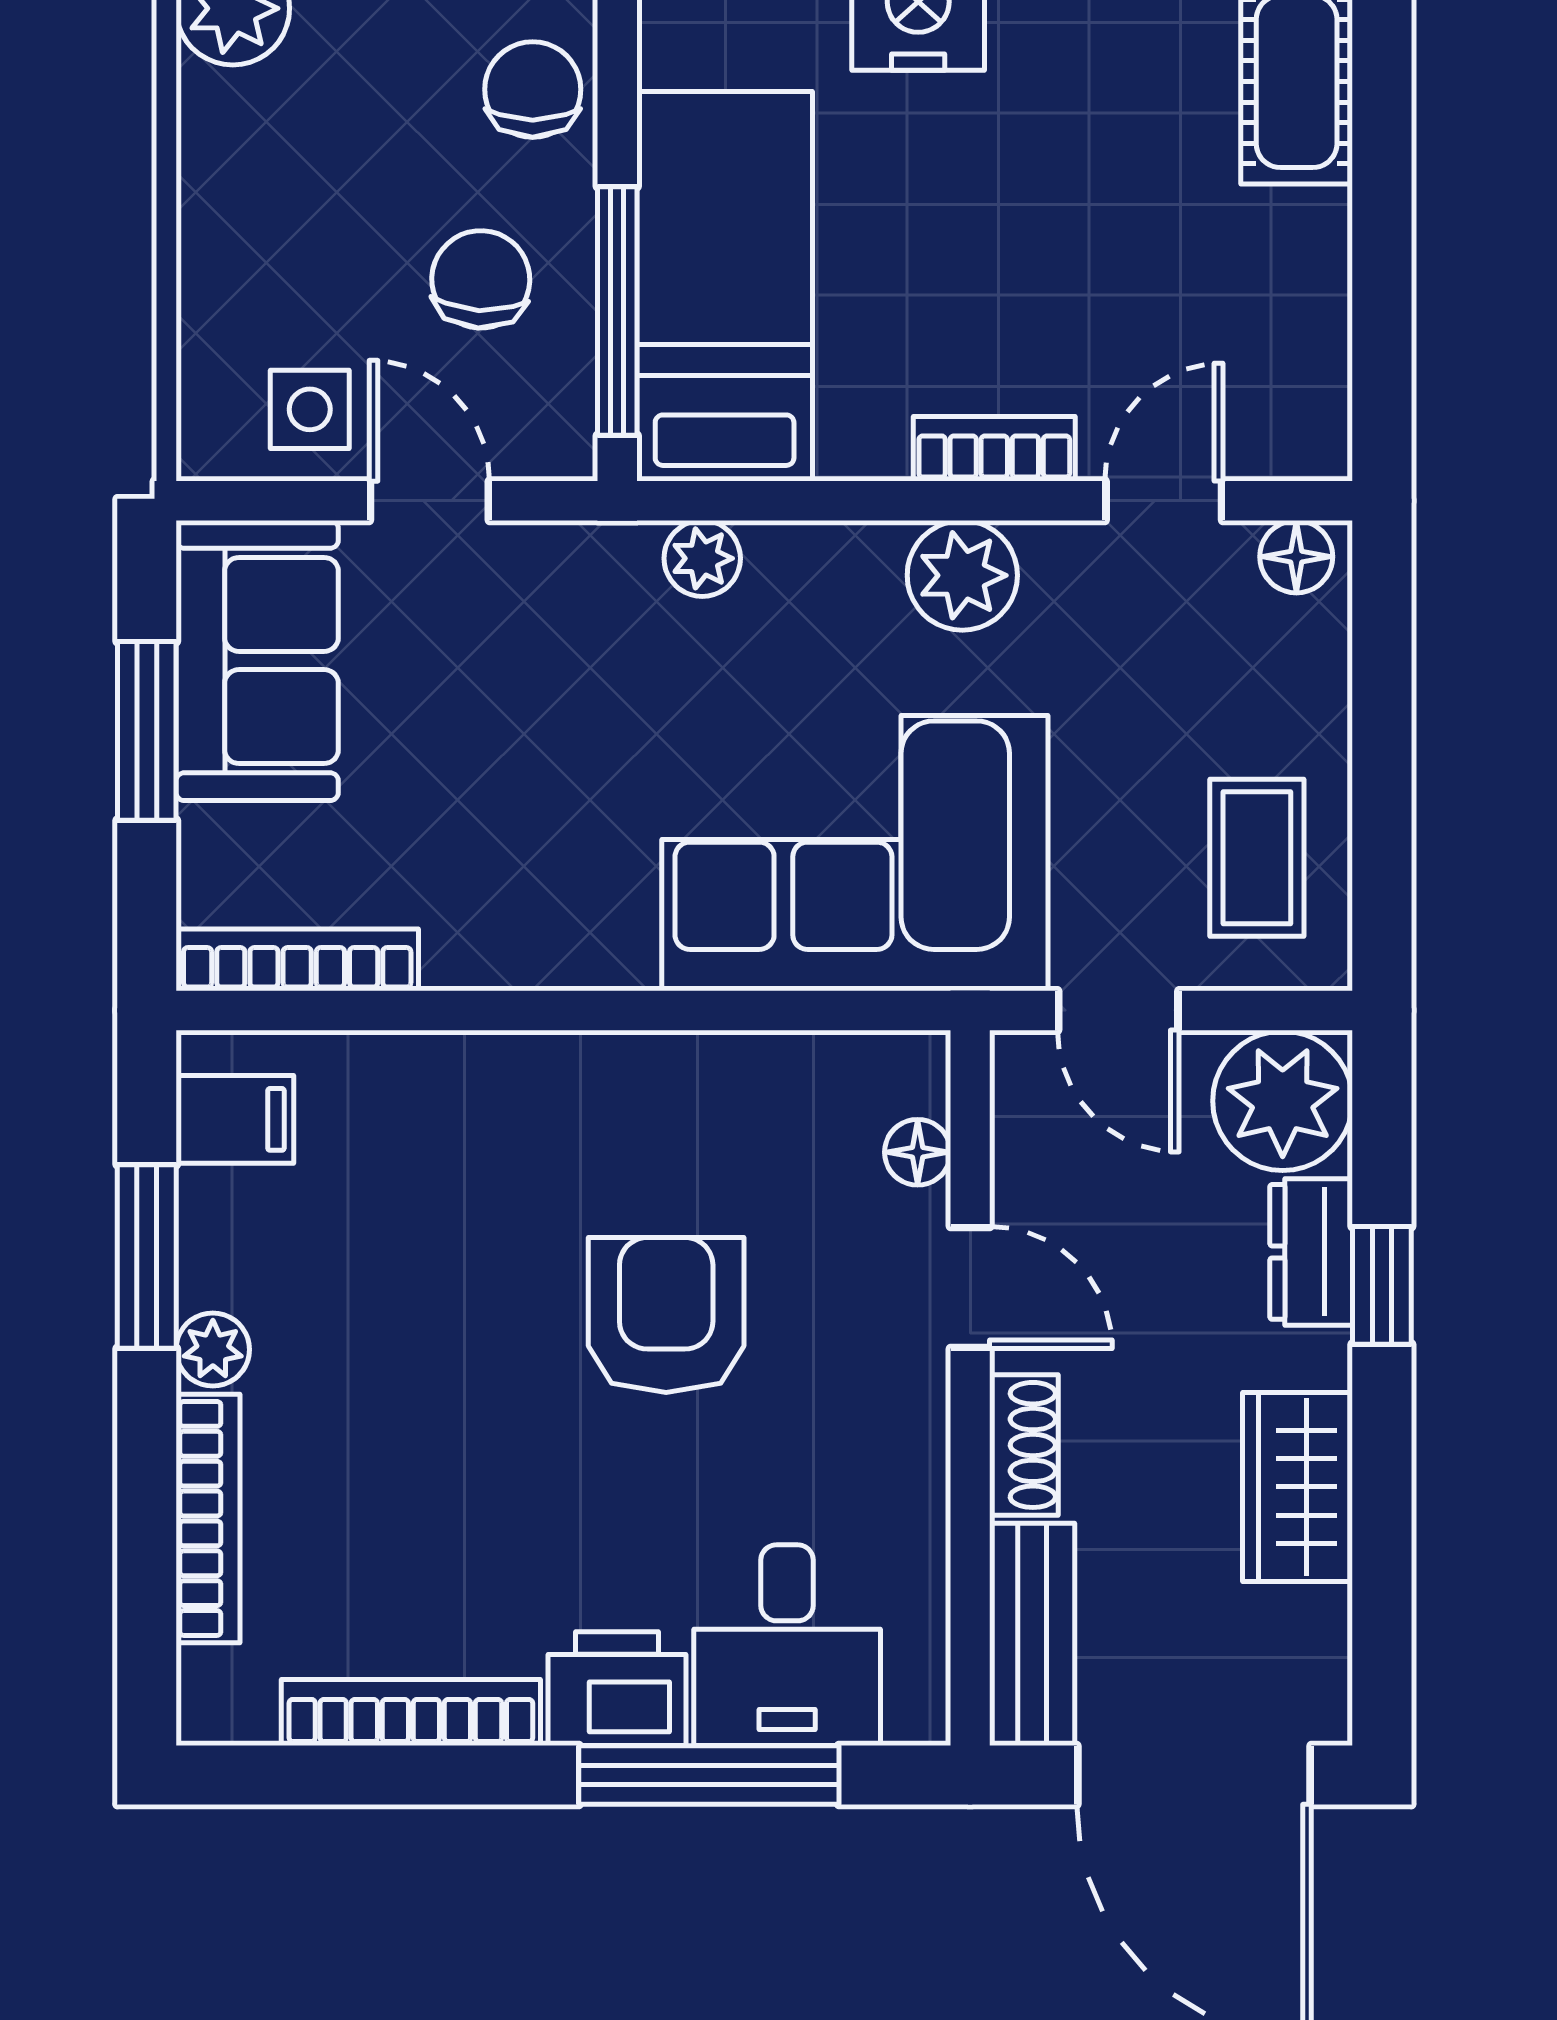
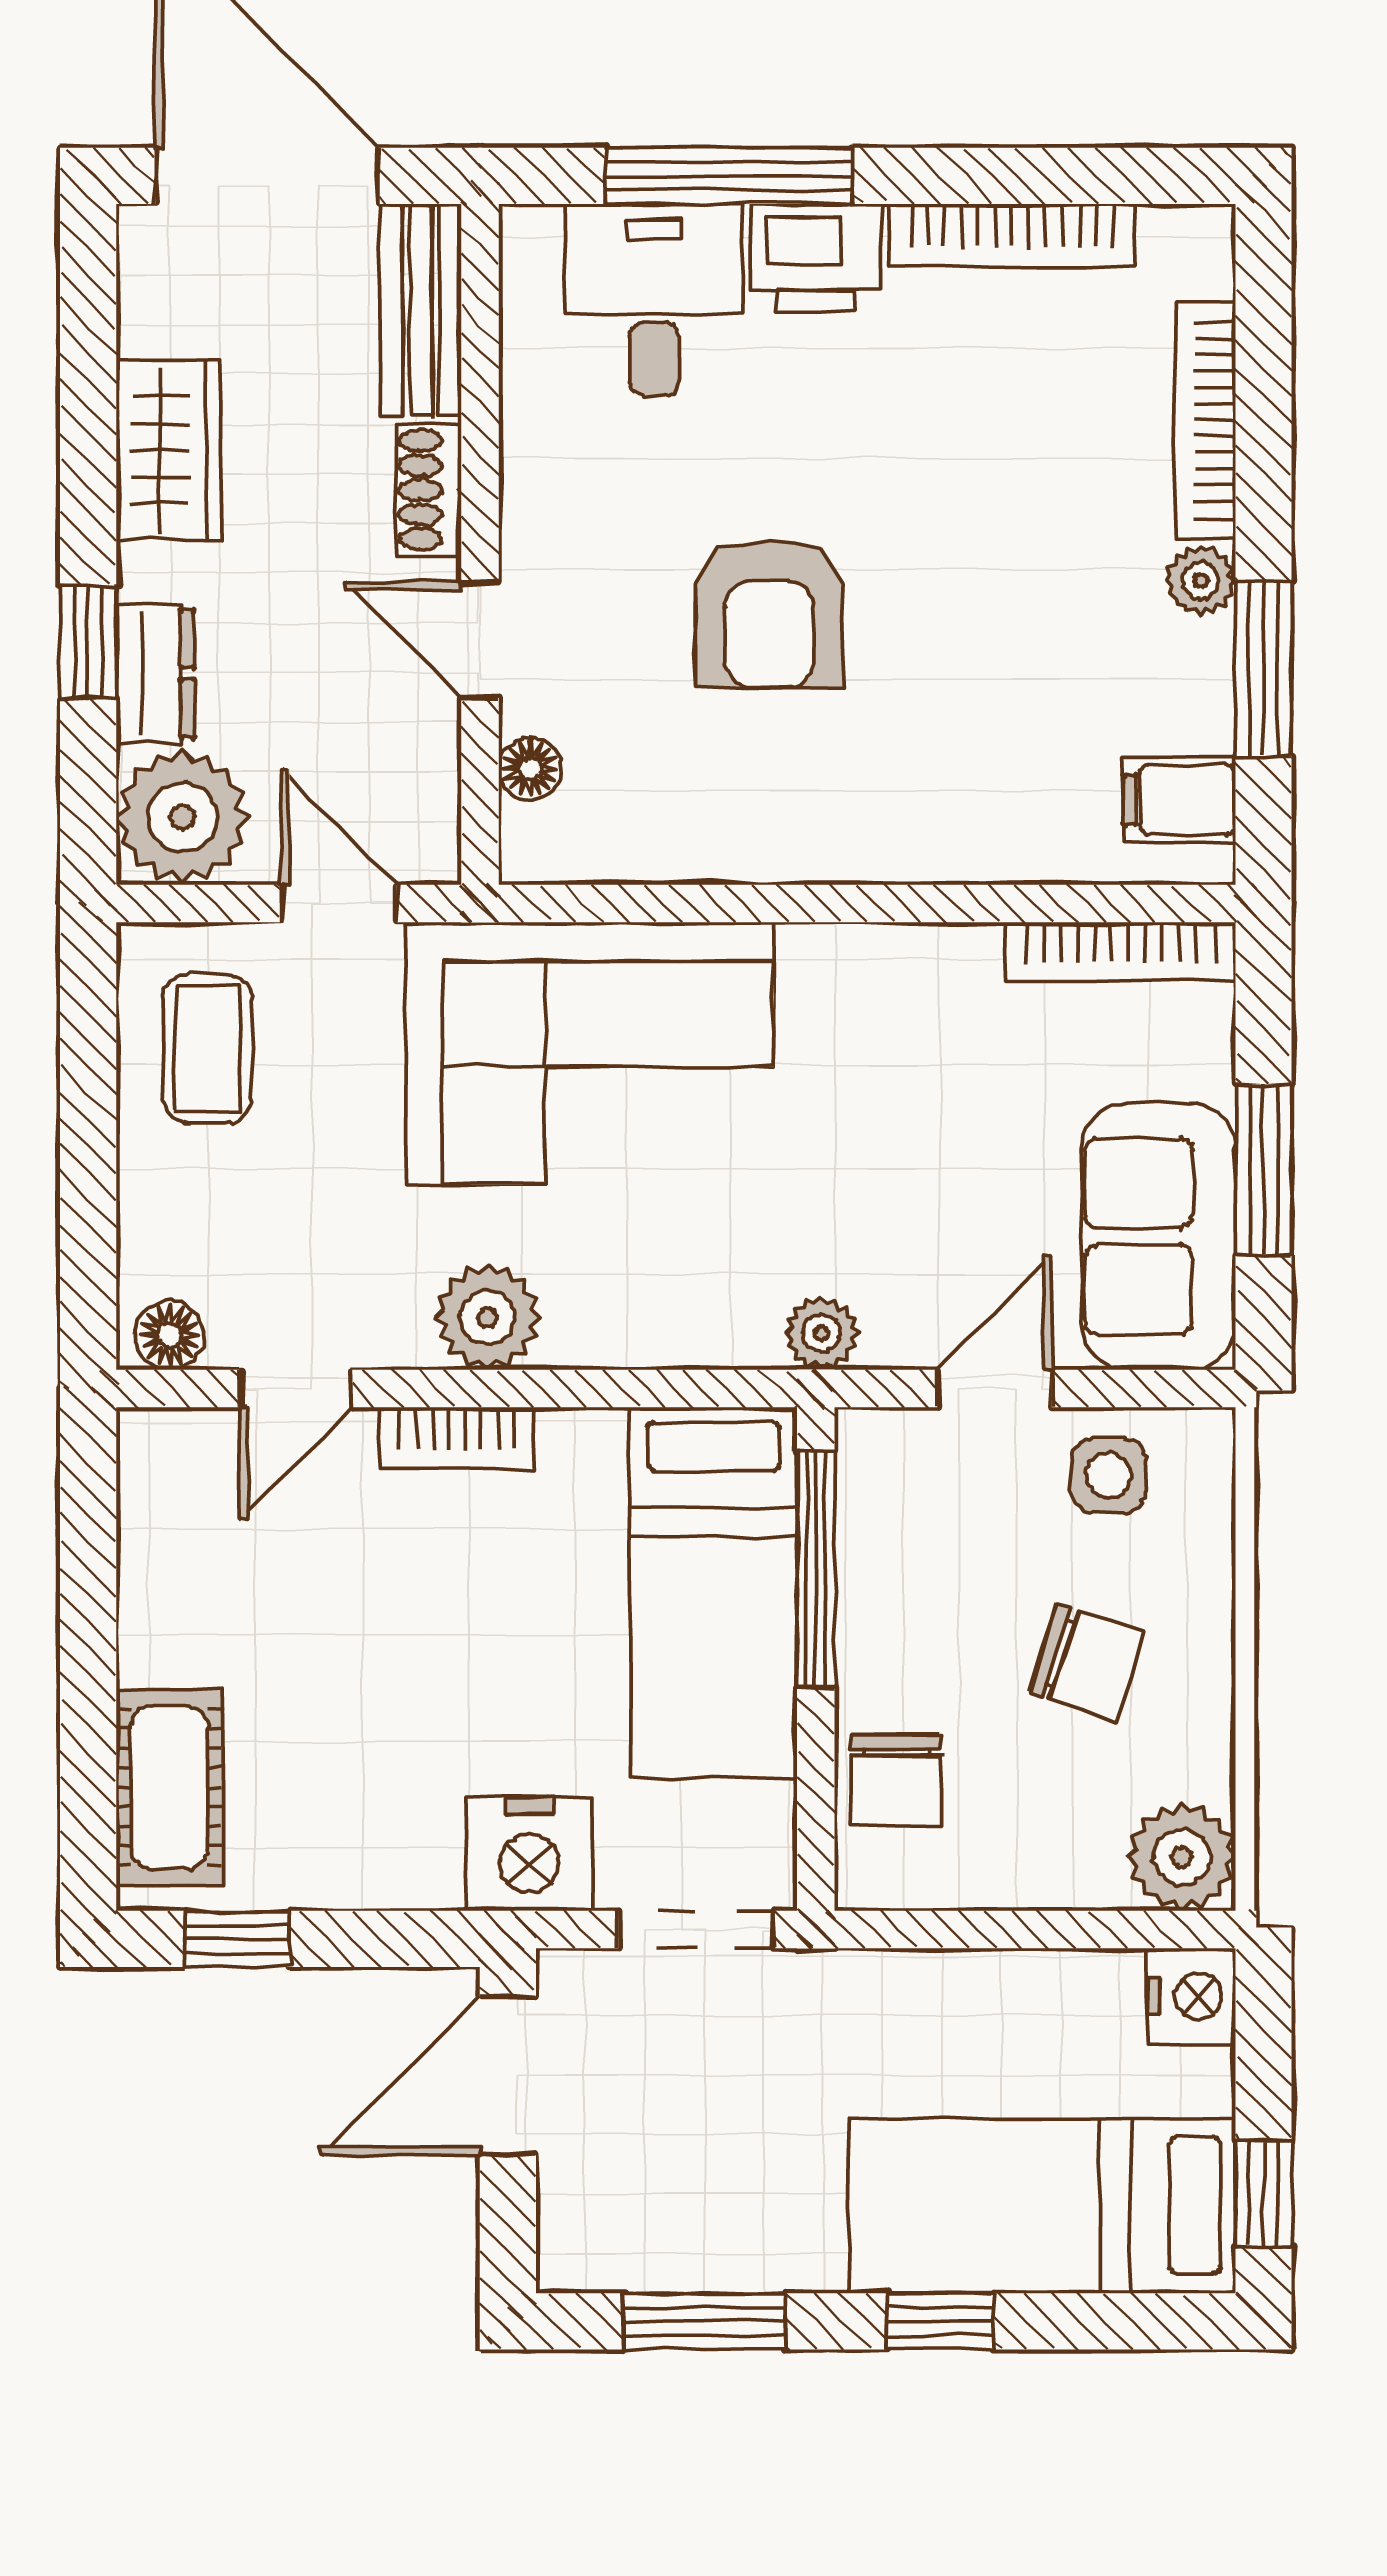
chair: (481, 279) -> (1087, 1662), moved, turned -75
door: (429, 501) -> (995, 1388), swing flipped
plant: (702, 558) -> (821, 1334), moved

